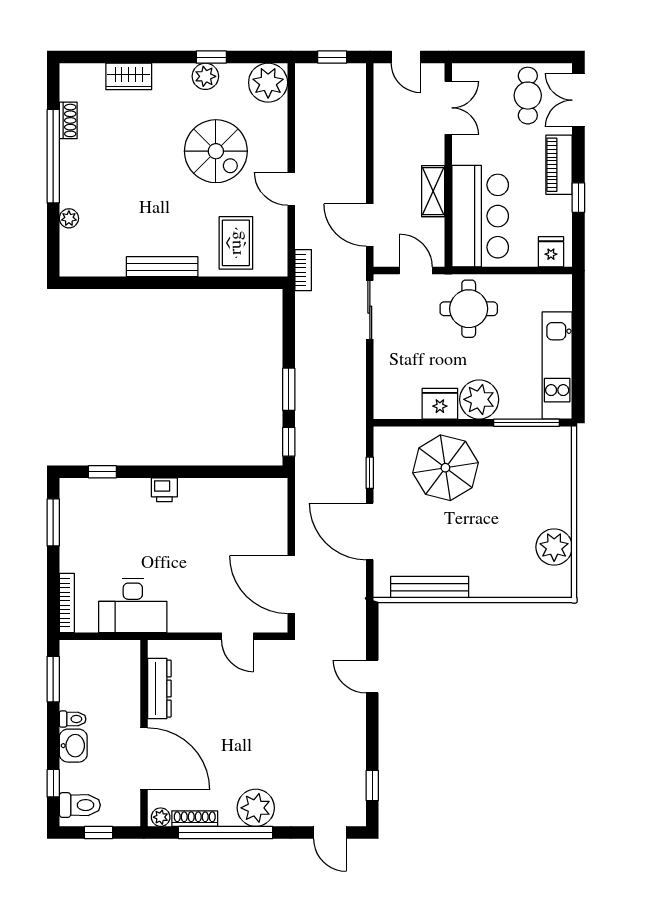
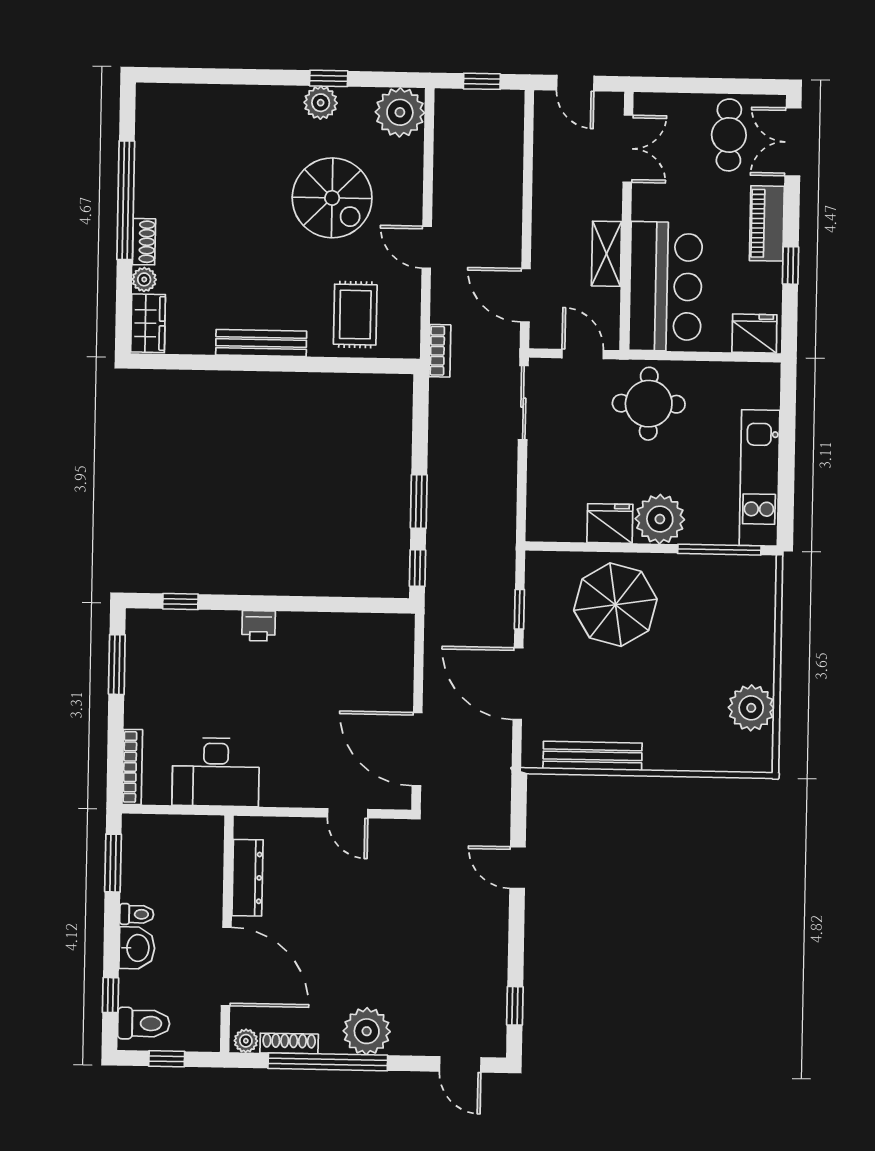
wardrobe: (129, 76) -> (148, 323), moved, turned -90
shoe rack: (68, 120) -> (144, 242), moved
fridge: (551, 252) -> (754, 334), width x1.38

